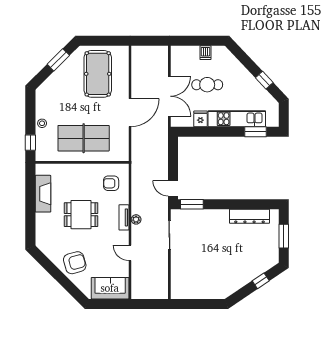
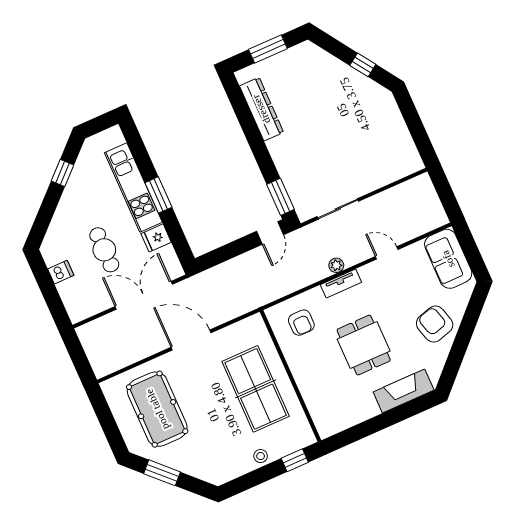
pool table: (98, 74) -> (157, 409), turned 90
window: (255, 132) -> (158, 195), moved
fireplace: (43, 194) -> (404, 391), moved
door: (130, 253) -> (387, 253), swing flipped
window: (261, 281) -> (363, 65), moved

